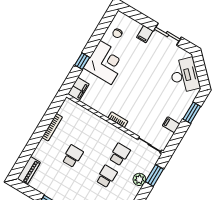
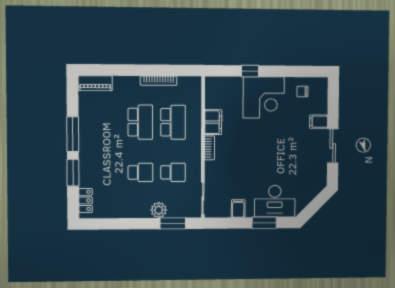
desk: (185, 75) -> (275, 201), moved, turned 45
filing cabinet: (78, 89) -> (213, 122), moved, turned -90
school desk: (86, 134) -> (173, 122), added
school desk: (73, 156) -> (140, 122), width x1.85

